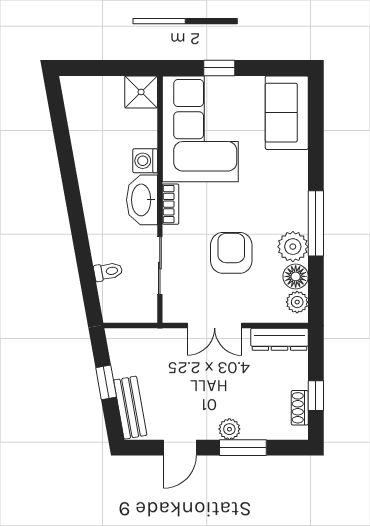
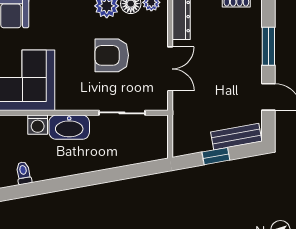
bookcase: (171, 204) -> (73, 104), removed
toilet: (108, 271) -> (24, 173), moved
plant: (229, 429) -> (254, 57), removed

